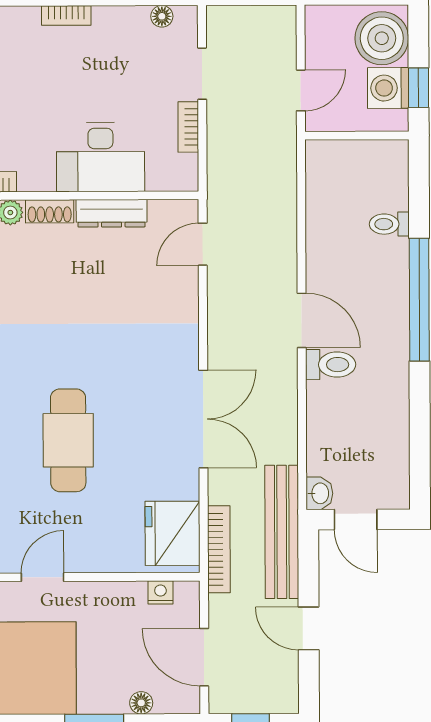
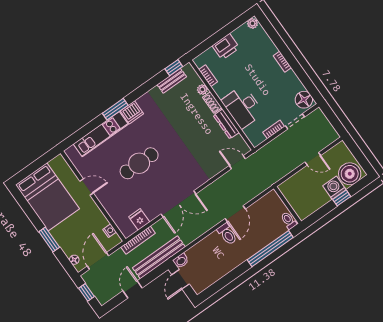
floor lamp: (162, 16) -> (304, 100), width x1.89, depth x1.89
wall: (357, 136) -> (288, 205), moved
fridge: (173, 533) -> (139, 219), width x0.53, depth x0.75
floor lamp: (141, 703) -> (74, 260), moved

